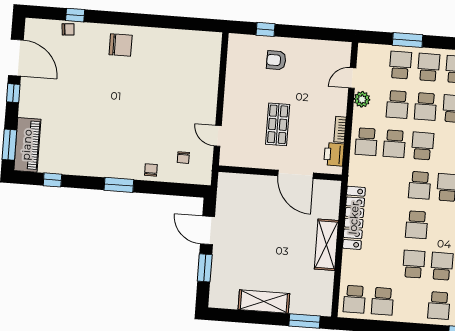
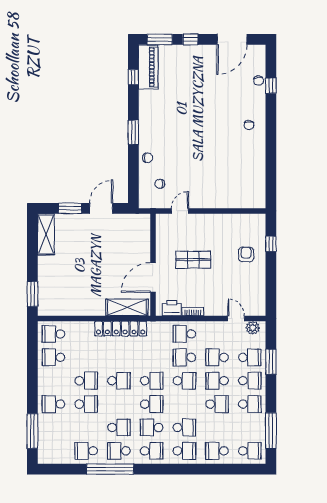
chair: (121, 45) -> (249, 125), width x0.54, depth x0.54
window: (13, 93) -> (190, 39), moved
plant: (362, 99) -> (253, 328), moved
piano: (27, 145) -> (148, 67), moved, turned -90
school desk: (420, 185) -> (152, 381), turned 180
school desk: (417, 225) -> (119, 381), turned 180
shelving: (326, 245) -> (127, 307), moved
shelving: (264, 302) -> (46, 234), moved

